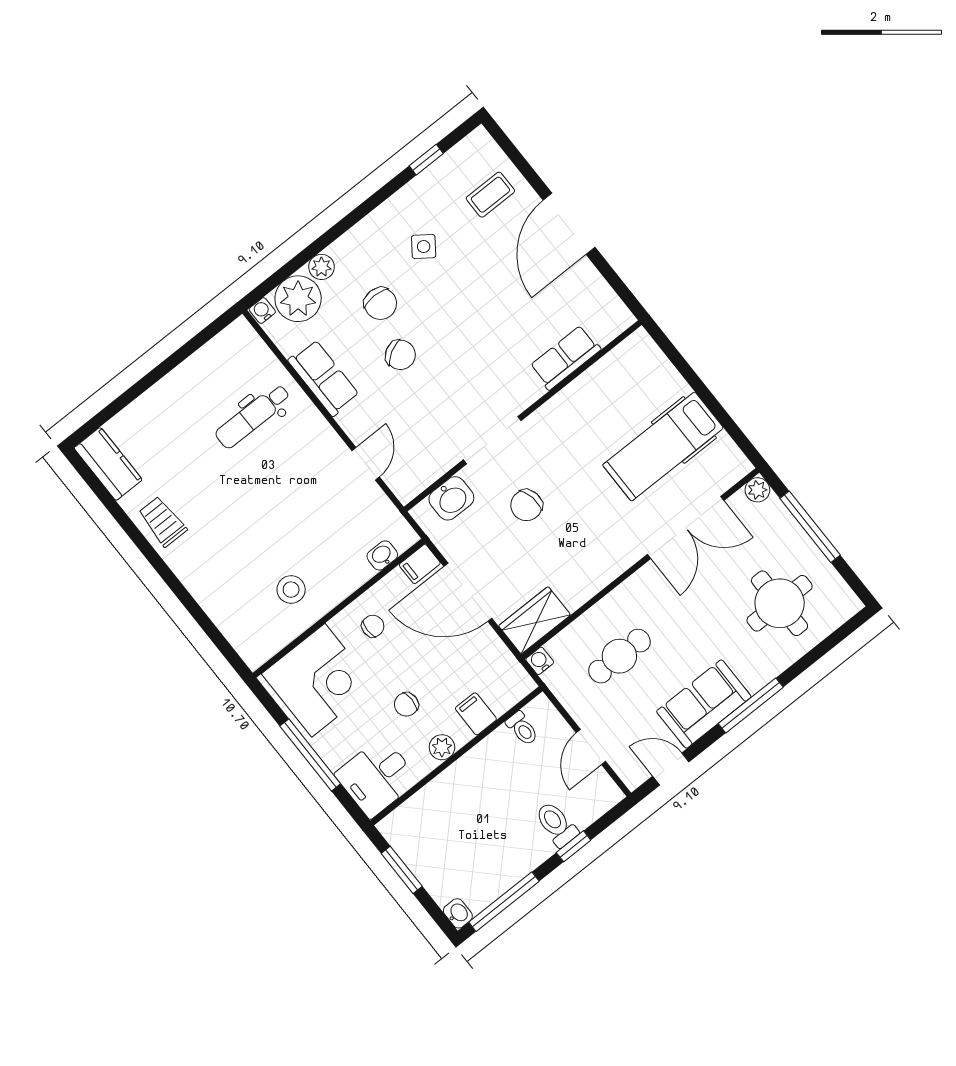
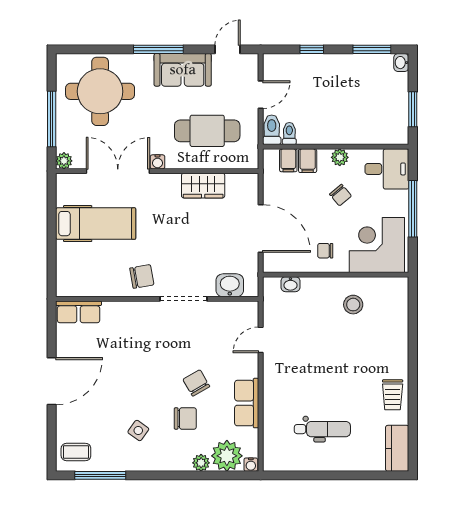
window: (426, 160) -> (100, 475), width x2.17
coffee table: (490, 195) -> (76, 452), moved
chair: (380, 304) -> (185, 418), turned 90
row of seats: (565, 358) -> (79, 312), moved
dental chair: (253, 416) -> (322, 429), moved
chair: (526, 505) -> (142, 276), moved
filing cabinet: (420, 564) -> (288, 160), moved, turned 90
round table: (780, 603) -> (100, 91), width x1.36, depth x1.36
wardrobe: (535, 620) -> (203, 186), moved
cafe table: (619, 656) -> (207, 131), width x1.37, depth x1.35
water cooler: (540, 661) -> (158, 162), moved
chair: (406, 704) -> (341, 195), turned 50
door: (671, 769) -> (228, 49), swing flipped
toilet: (556, 824) -> (272, 130), moved, turned 180
window: (504, 902) -> (372, 49), width x0.69

